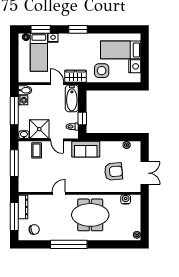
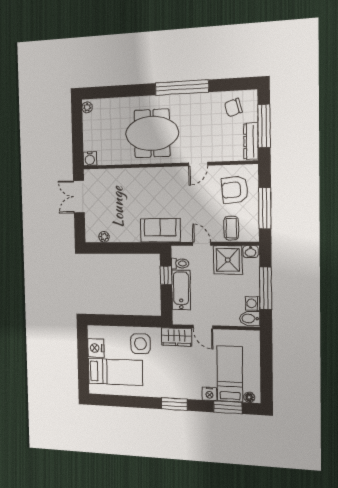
bathtub: (72, 98) -> (181, 290), moved
armchair: (113, 172) -> (235, 190), moved
water cooler: (126, 199) -> (90, 159), moved

